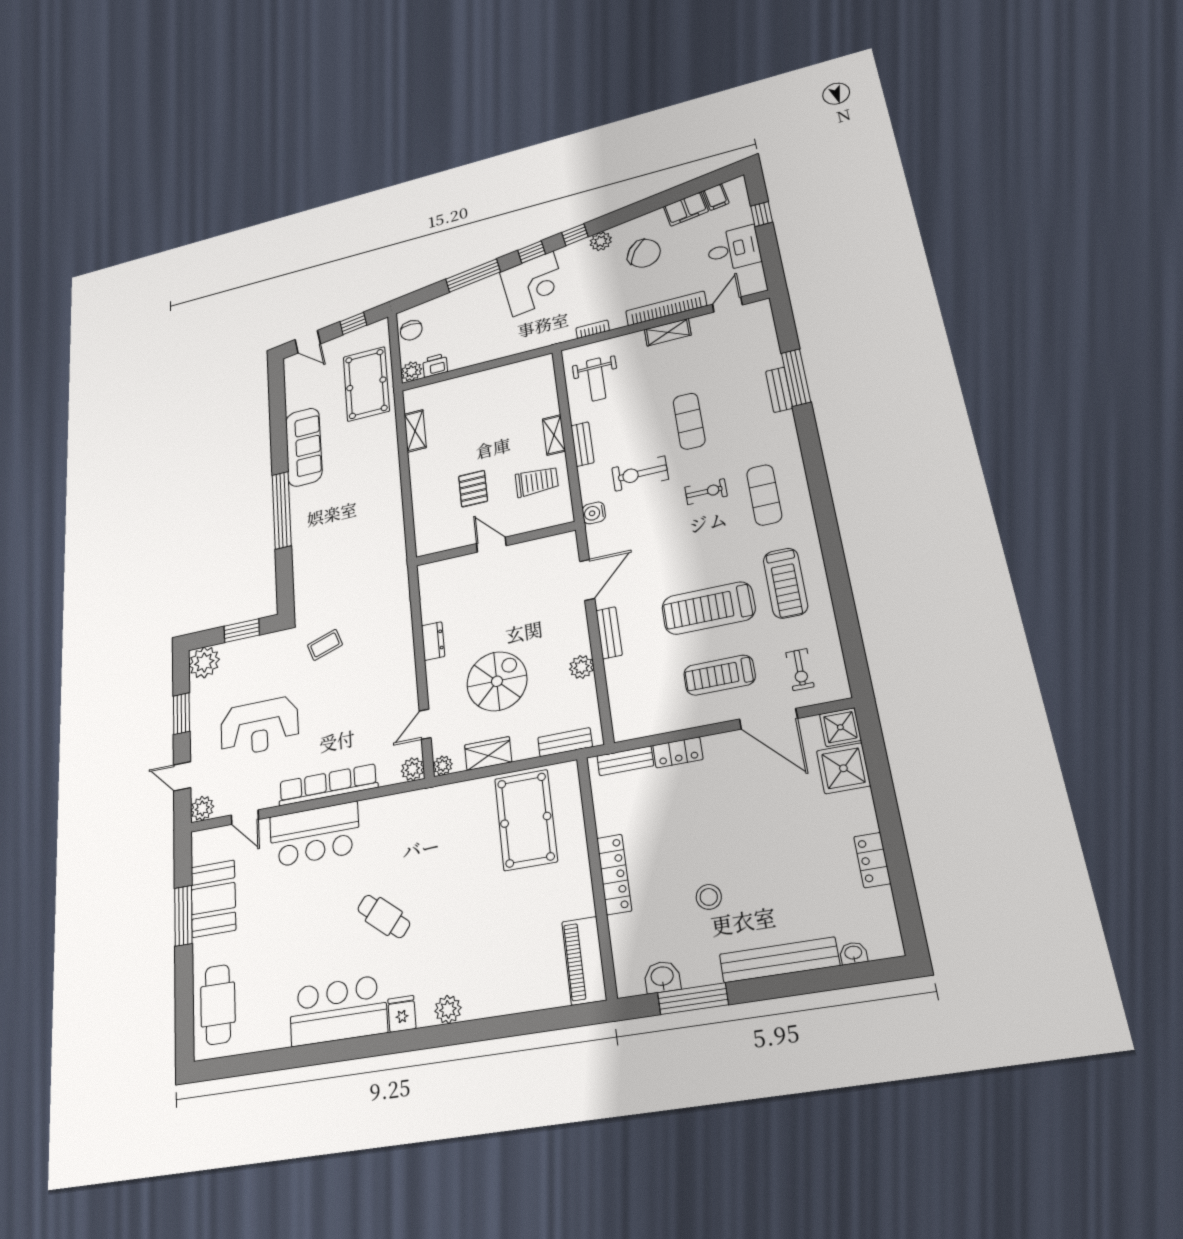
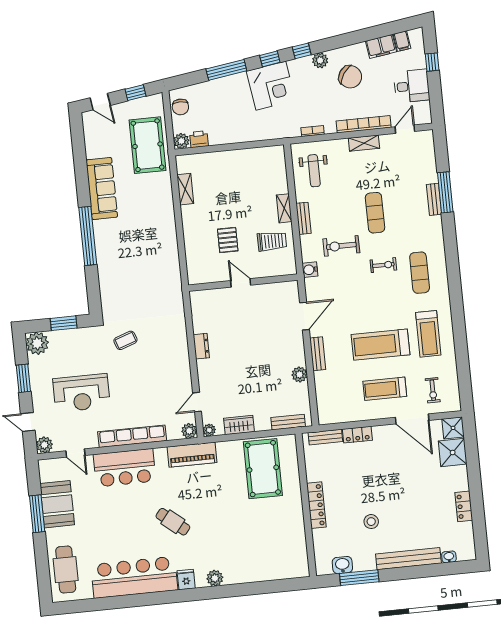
spiral stairs: (497, 681) -> (245, 378), removed
piano: (584, 961) -> (192, 455), moved, turned -90
bar counter: (338, 1011) -> (134, 577), width x1.36

